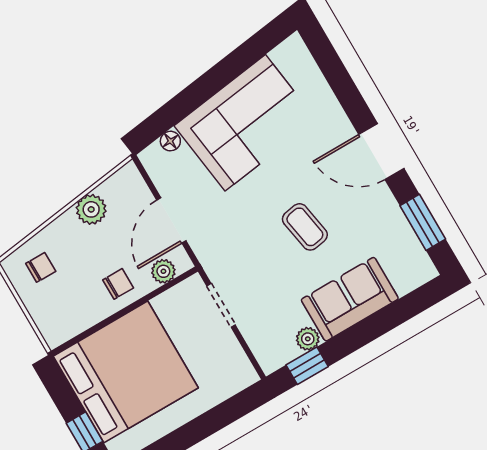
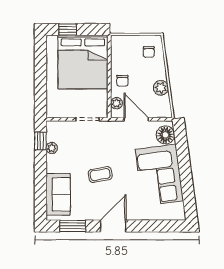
floor lamp: (170, 141) -> (165, 135), width x1.89, depth x1.89
sofa: (350, 299) -> (58, 194), moved

